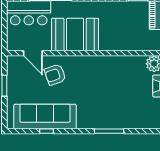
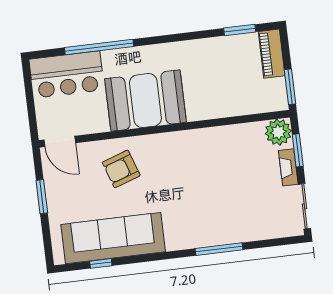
door: (33, 53) -> (60, 141), moved
window: (47, 131) -> (101, 263), moved

